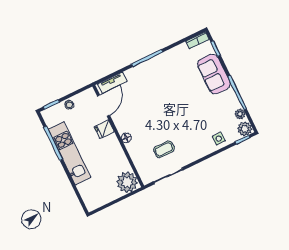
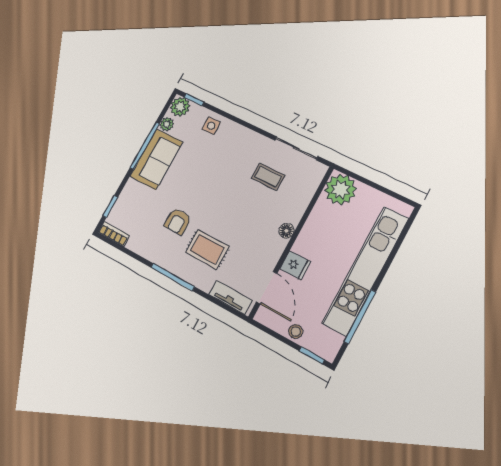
sofa: (214, 74) -> (156, 159), moved
armchair: (177, 82) -> (178, 221), added
rug: (148, 88) -> (207, 249), added
door: (103, 106) -> (267, 288), swing flipped
kitchen unit: (70, 153) -> (365, 271), width x1.36

